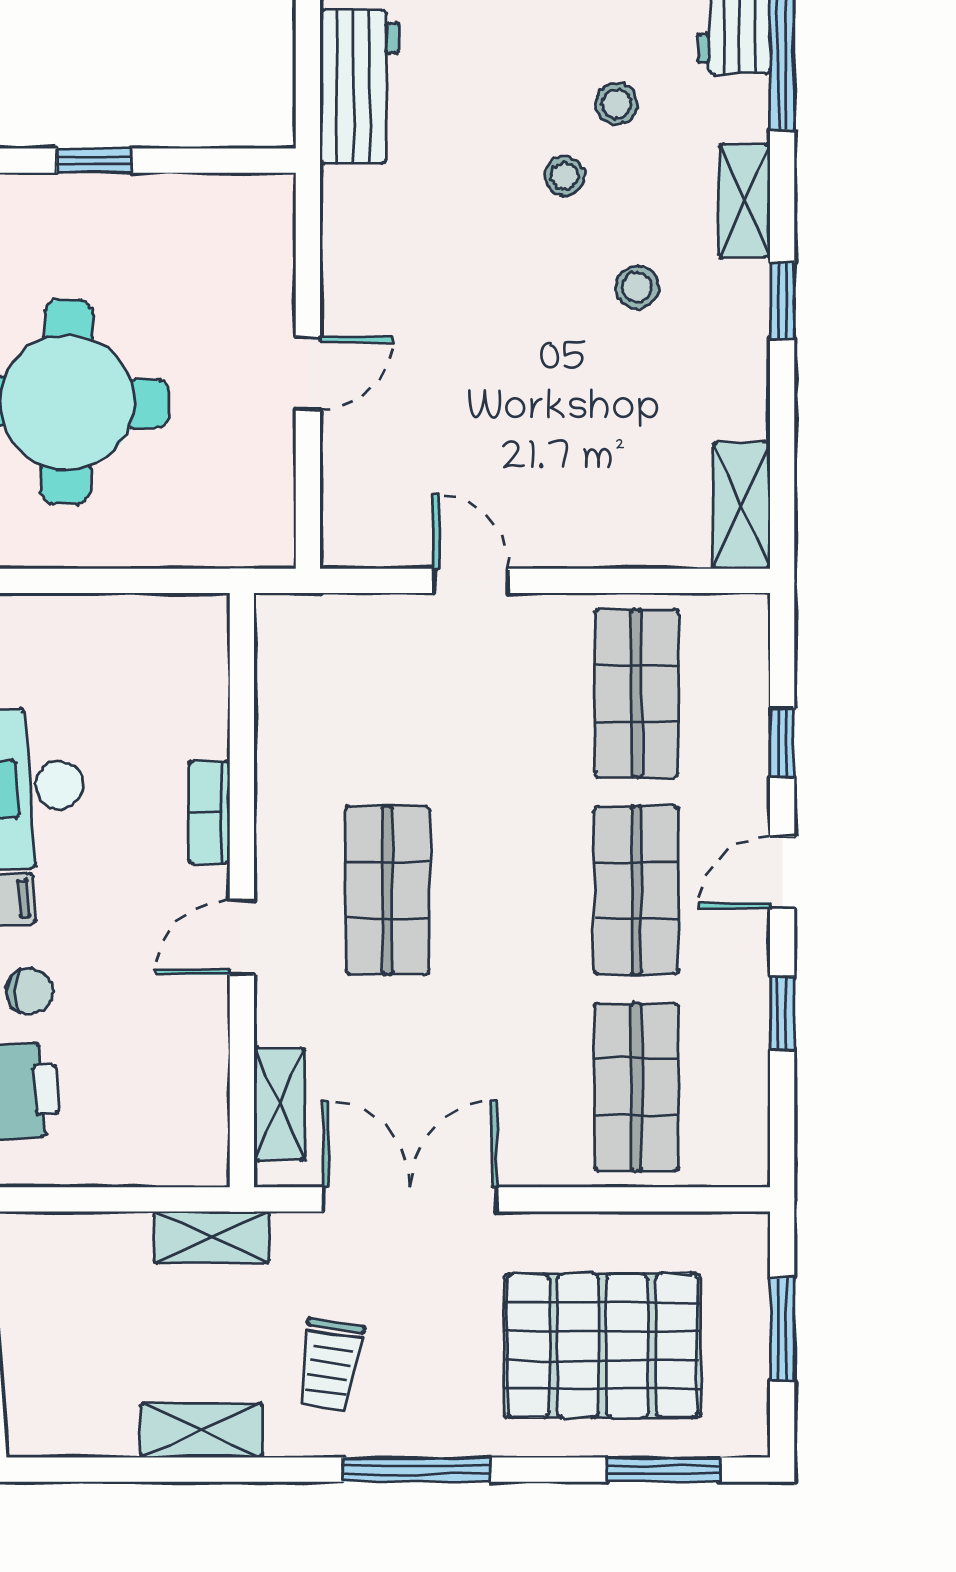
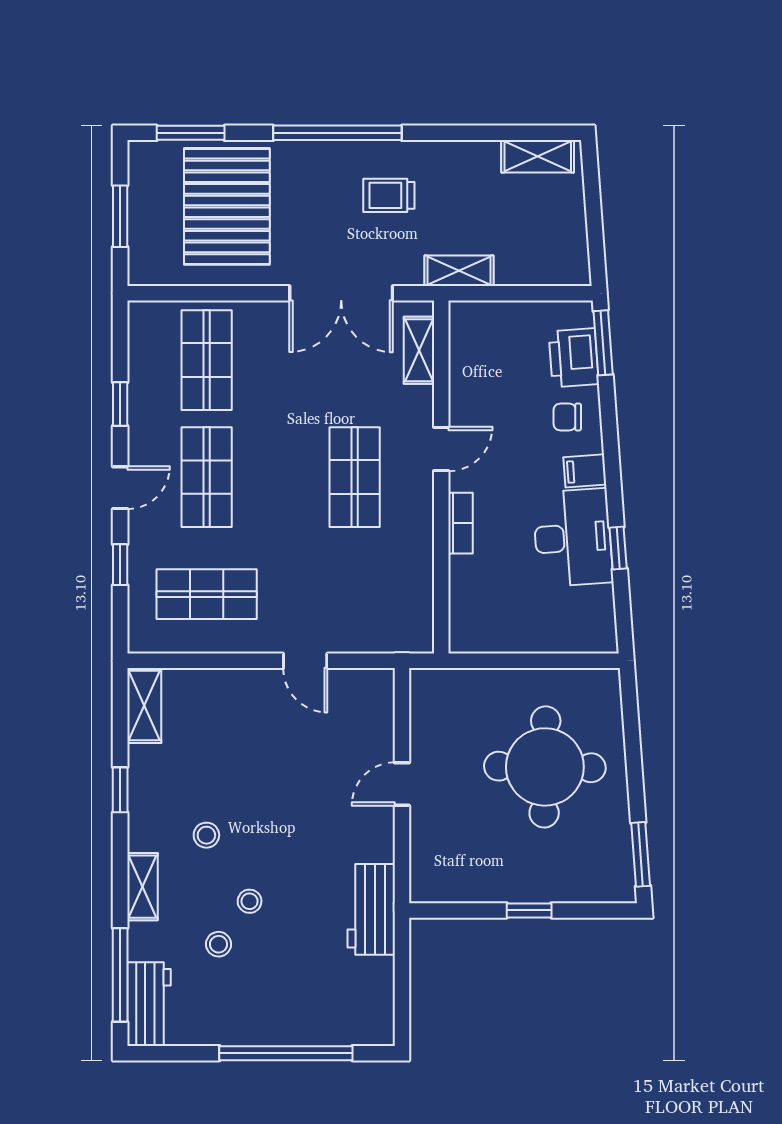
workbench: (359, 87) -> (371, 909), moved
window: (782, 300) -> (120, 790), moved
shop shelf: (636, 693) -> (207, 594), turned 90
pallet: (603, 1346) -> (227, 206), turned 90
trolley: (330, 1364) -> (389, 195), turned -99
shelving: (201, 1430) -> (538, 156), moved
window: (416, 1470) -> (337, 133), width x1.46

